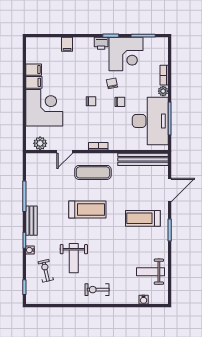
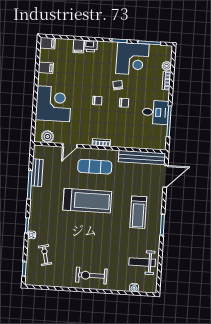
printer: (101, 43) -> (91, 46), moved
filing cabinet: (34, 82) -> (48, 43), moved
plant: (163, 91) -> (167, 66), moved
desk: (150, 121) -> (155, 112), width x0.53, depth x0.77
door: (170, 190) -> (165, 176), moved
treadmill: (87, 210) -> (87, 201), width x1.37, depth x1.38
treadmill: (143, 218) -> (138, 212), turned -90
bench: (31, 221) -> (37, 173), moved
weight bench: (74, 258) -> (72, 245), removed
exercise bike: (97, 290) -> (91, 276), width x1.38, depth x1.39

